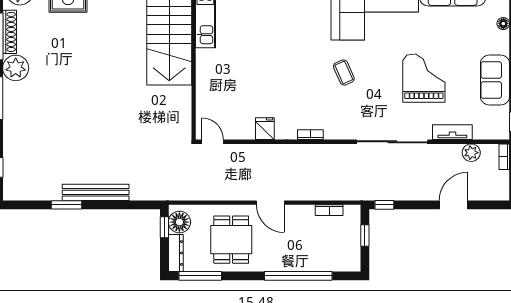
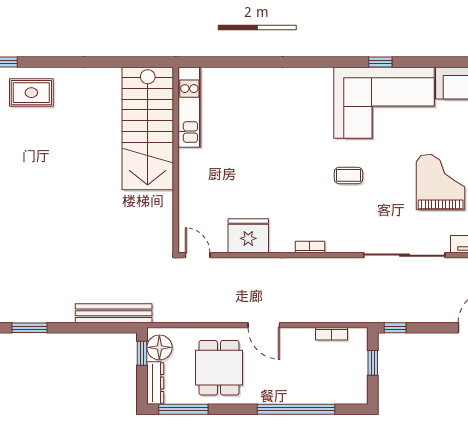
coffee table: (344, 72) -> (348, 175), turned -66
fridge: (265, 129) -> (248, 236), width x1.88, depth x1.34
bench: (96, 192) -> (114, 313), moved

